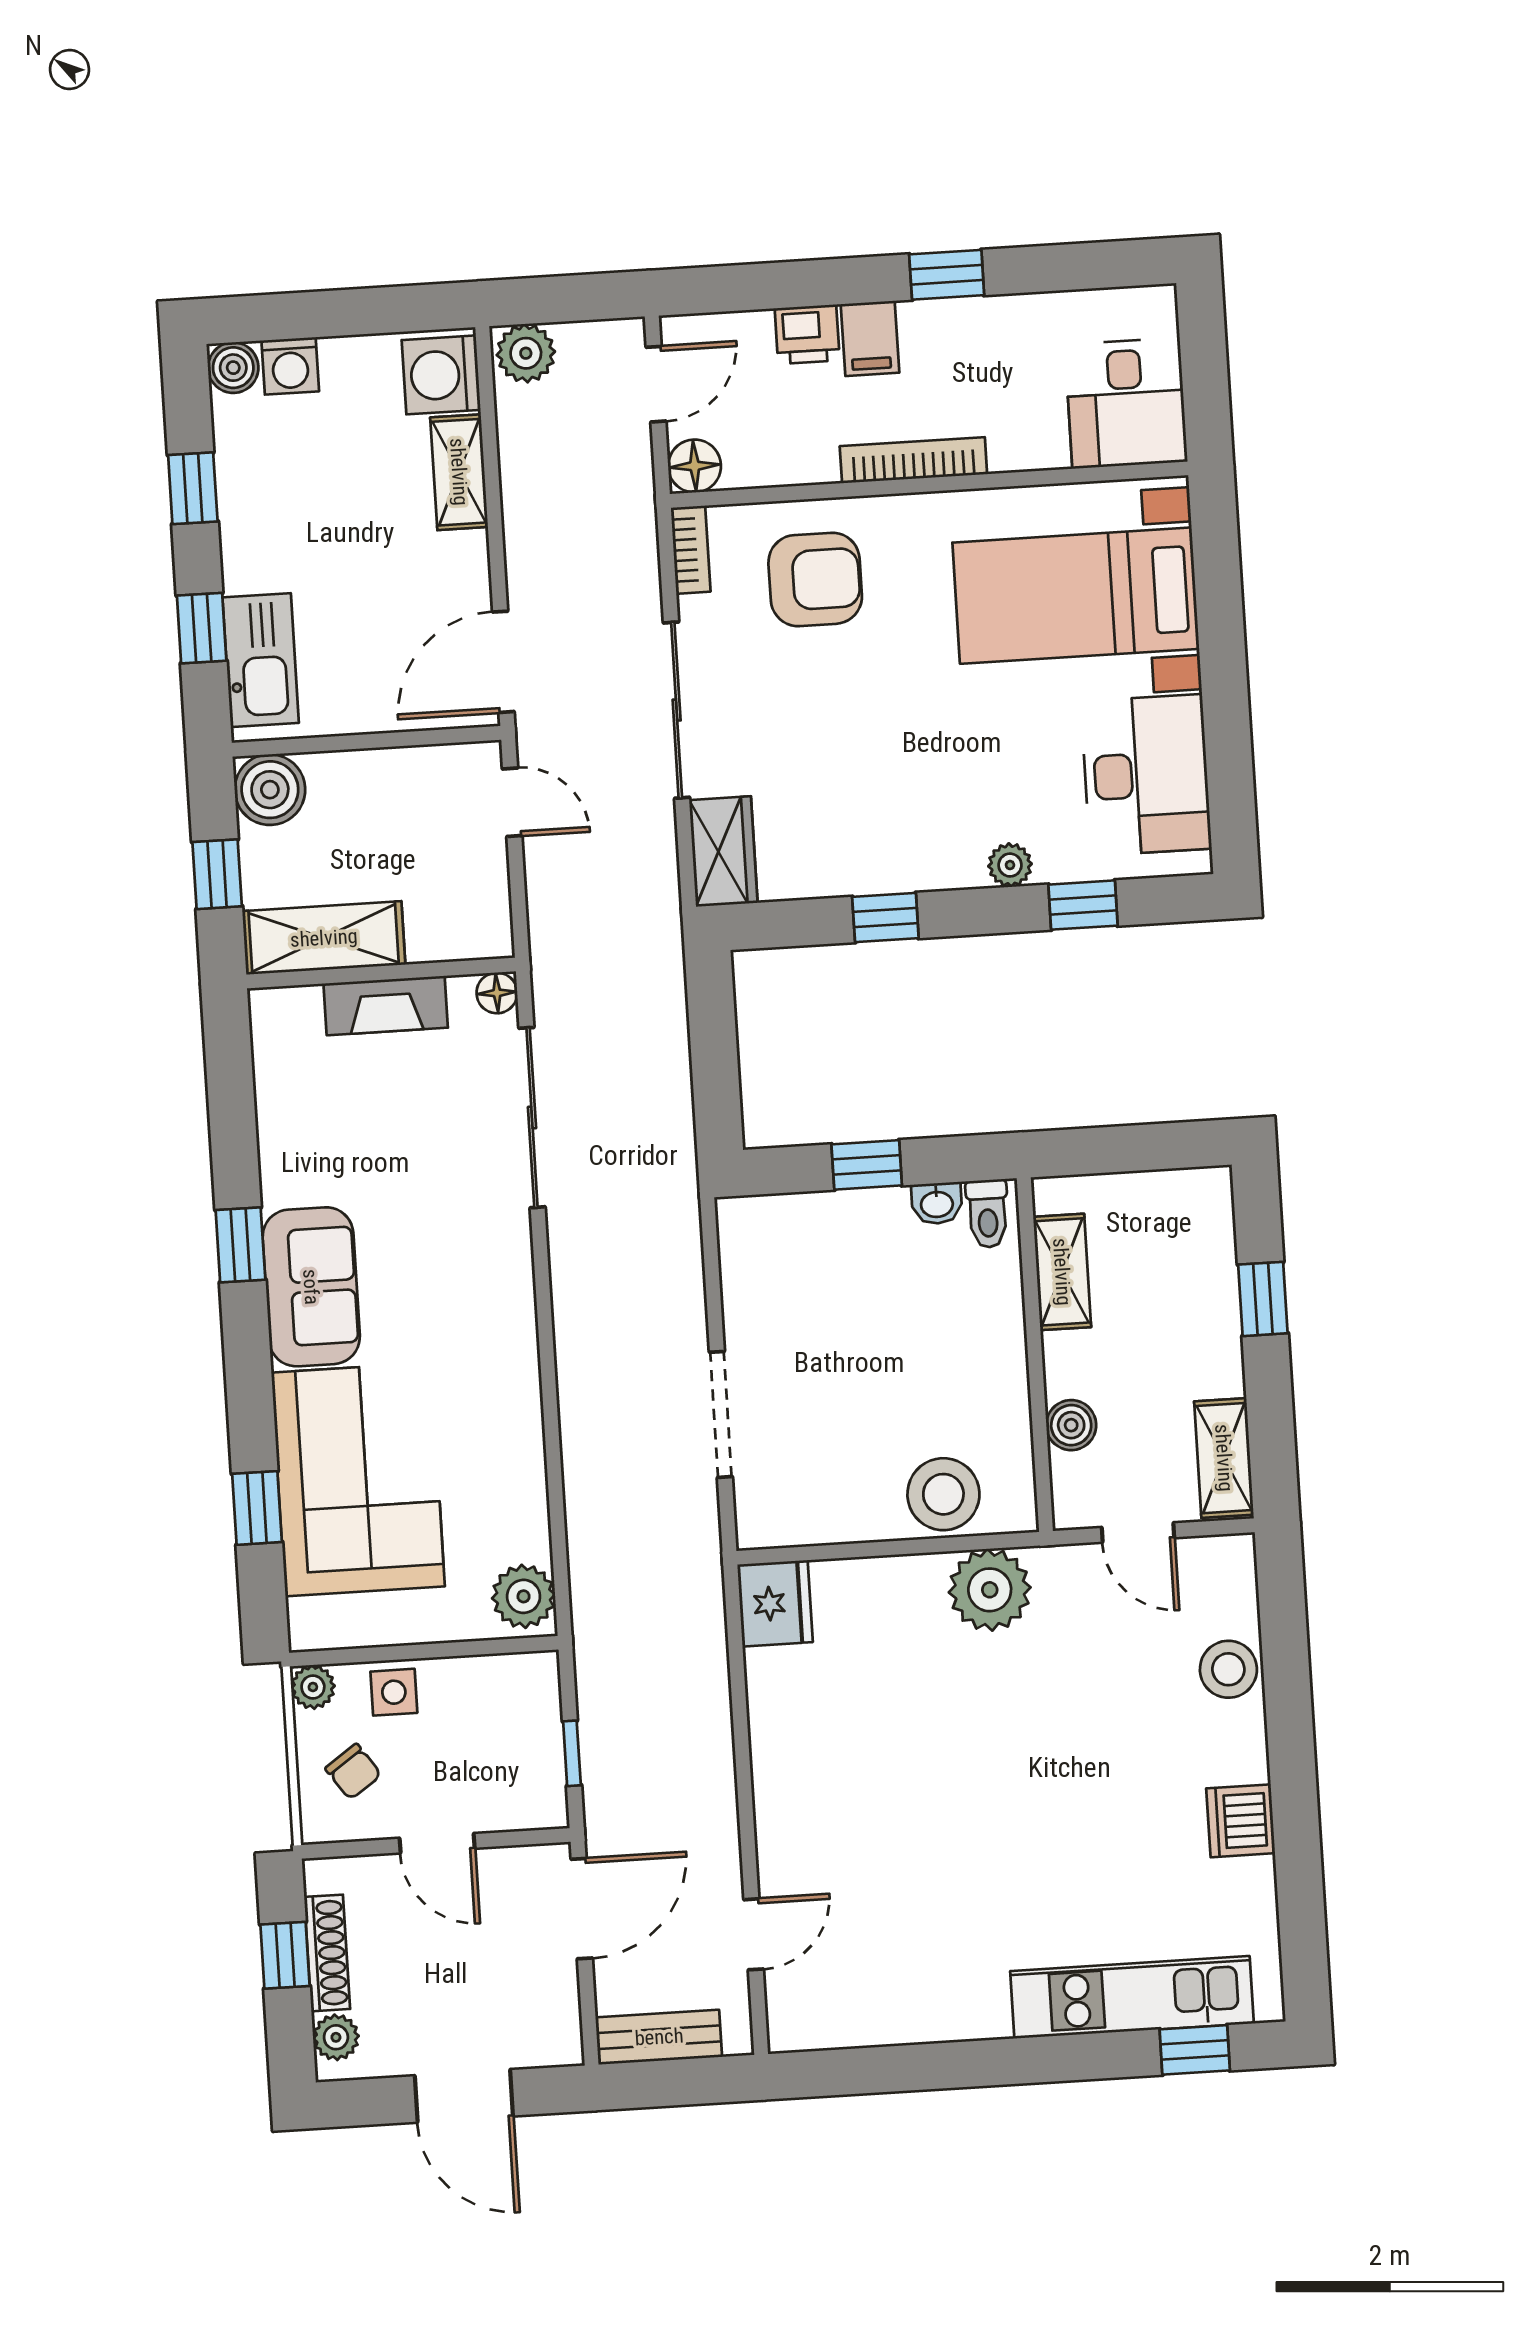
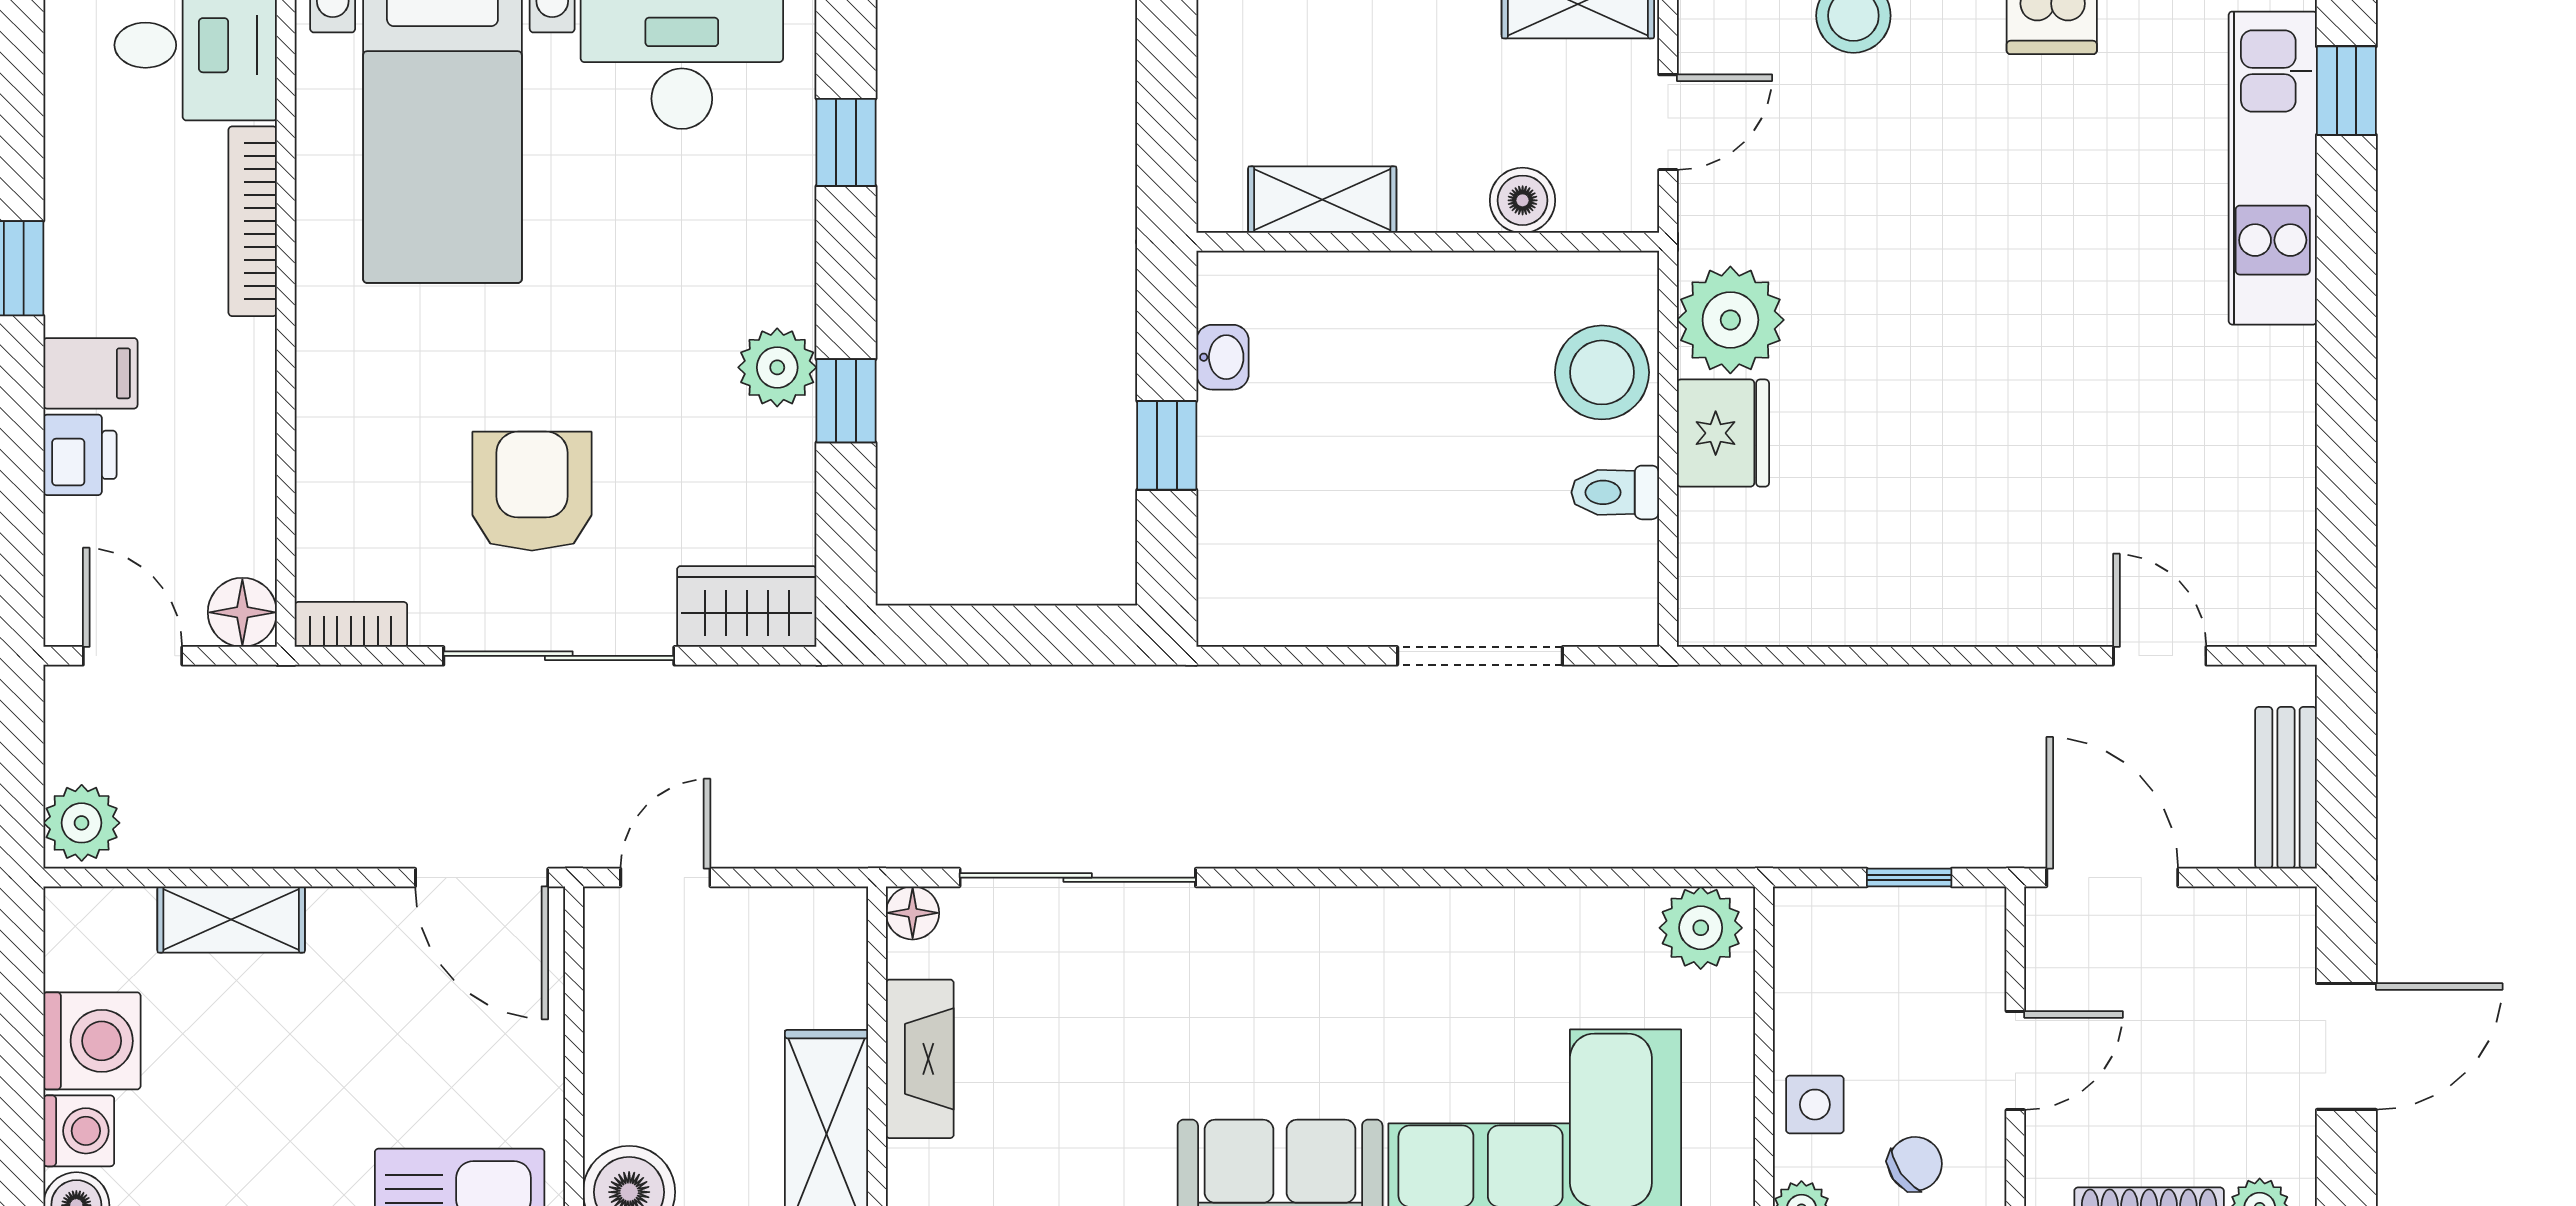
washing machine: (441, 375) -> (92, 1041), moved, turned -90
bookcase: (913, 460) -> (253, 221), moved
armchair: (815, 579) -> (532, 491), moved
plant: (1010, 865) -> (777, 367), moved, width x1.38, depth x1.38
toilet: (988, 1214) -> (1615, 492), moved, turned 180
fridge: (775, 1603) -> (1723, 433), moved, turned 90

